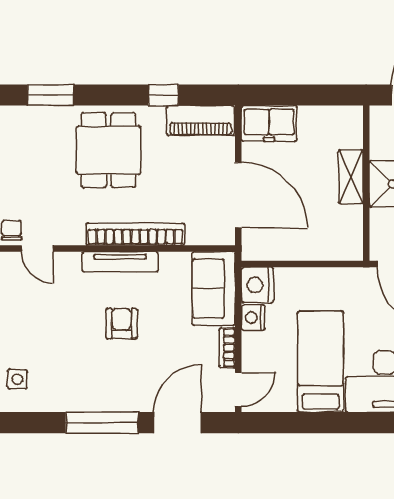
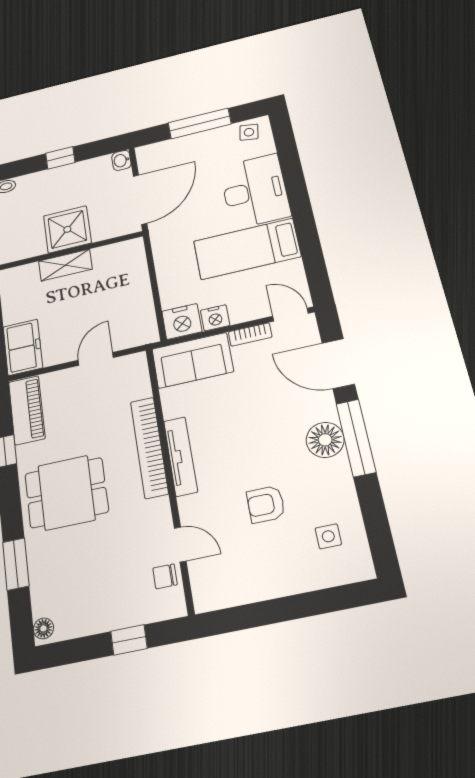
door: (238, 195) -> (96, 359), width x0.53
door: (37, 248) -> (180, 544), hinge flipped
armchair: (122, 323) -> (266, 504), moved
floor lamp: (106, 395) -> (325, 440), added

